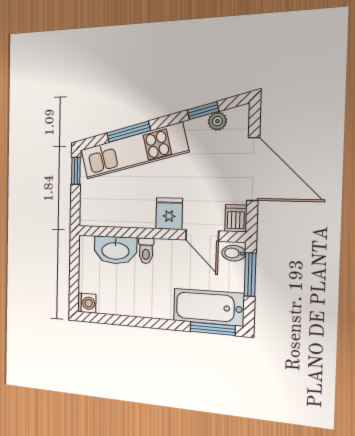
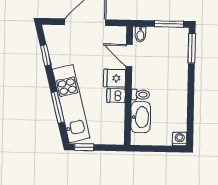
plant: (217, 121) -> (53, 46), removed
dishwasher: (236, 218) -> (116, 96), moved
door: (202, 235) -> (129, 55), swing flipped
window: (250, 275) -> (169, 24), moved
bathtub: (208, 307) -> (177, 51), removed

